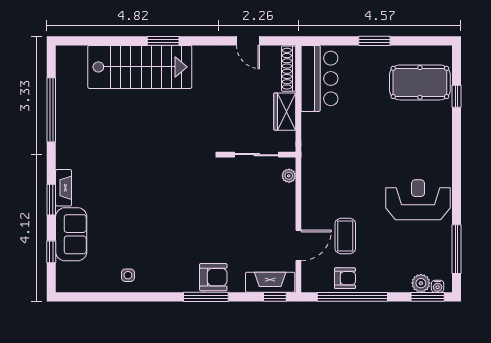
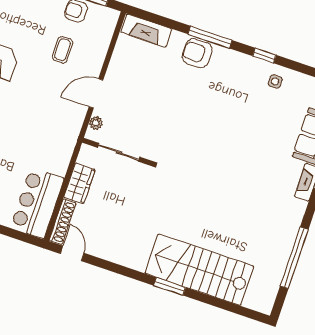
door: (248, 41) -> (72, 253), moved
coffee table: (345, 236) -> (63, 50), width x0.73, depth x0.77
door: (298, 245) -> (96, 93), moved
window: (275, 297) -> (264, 56), moved

